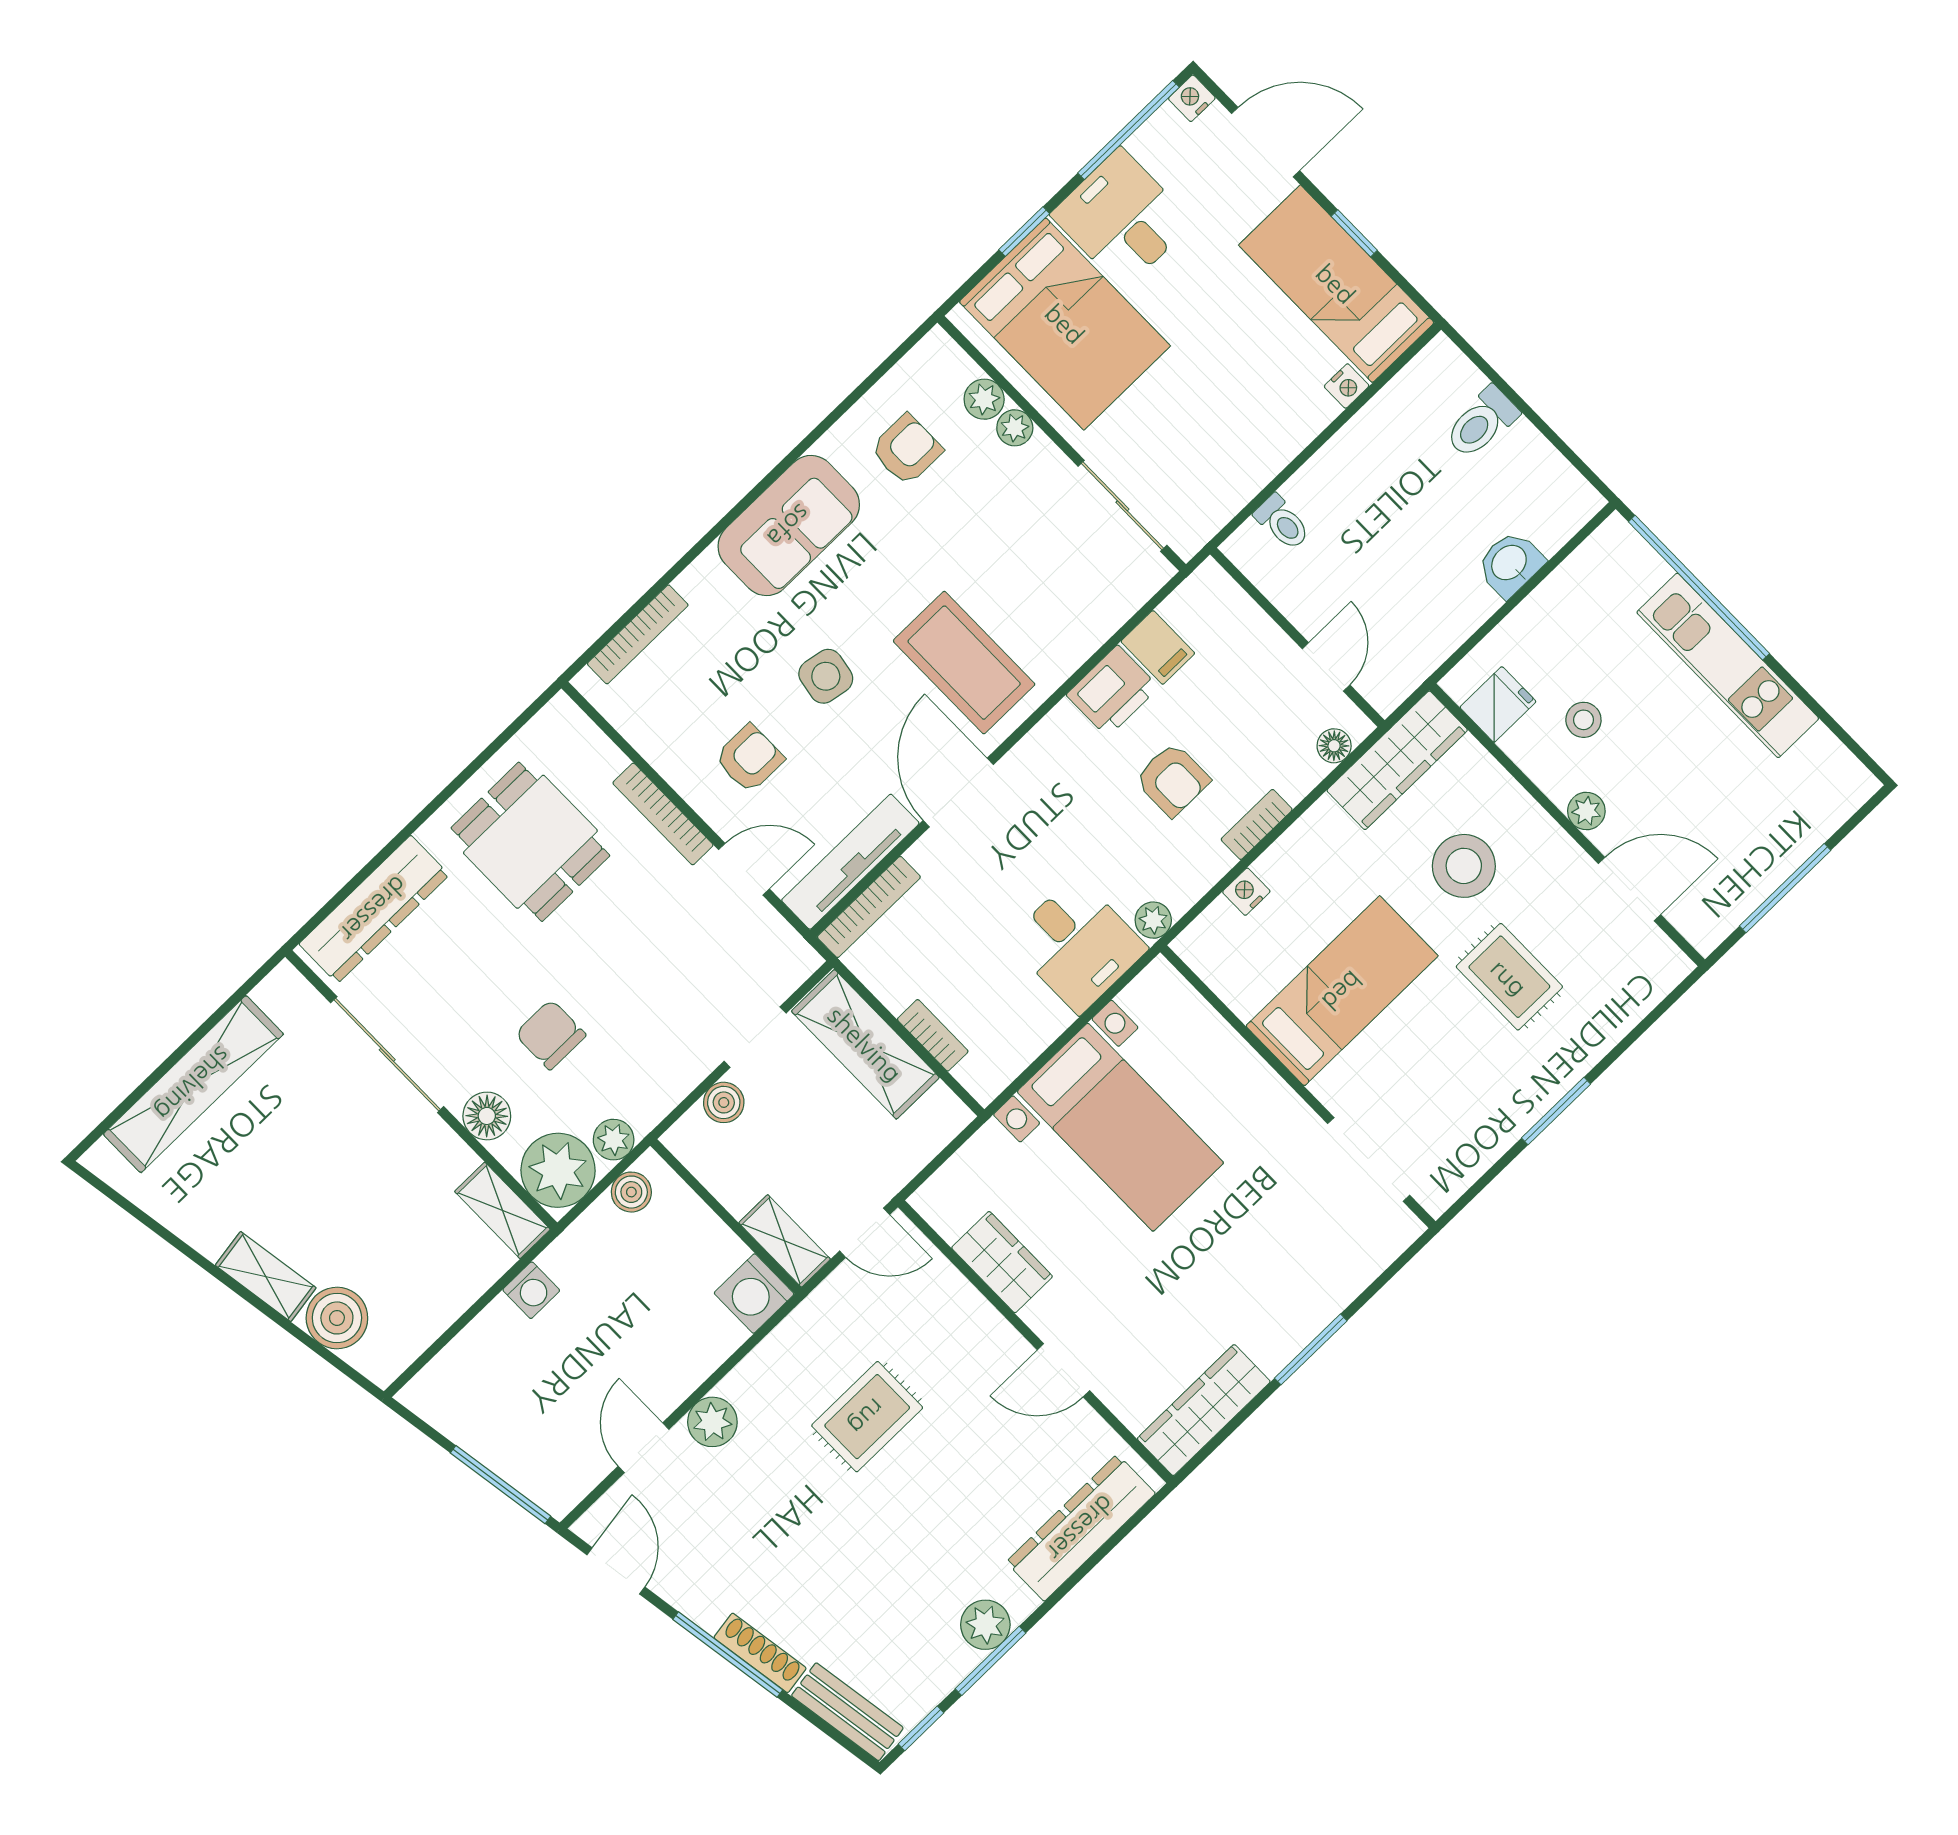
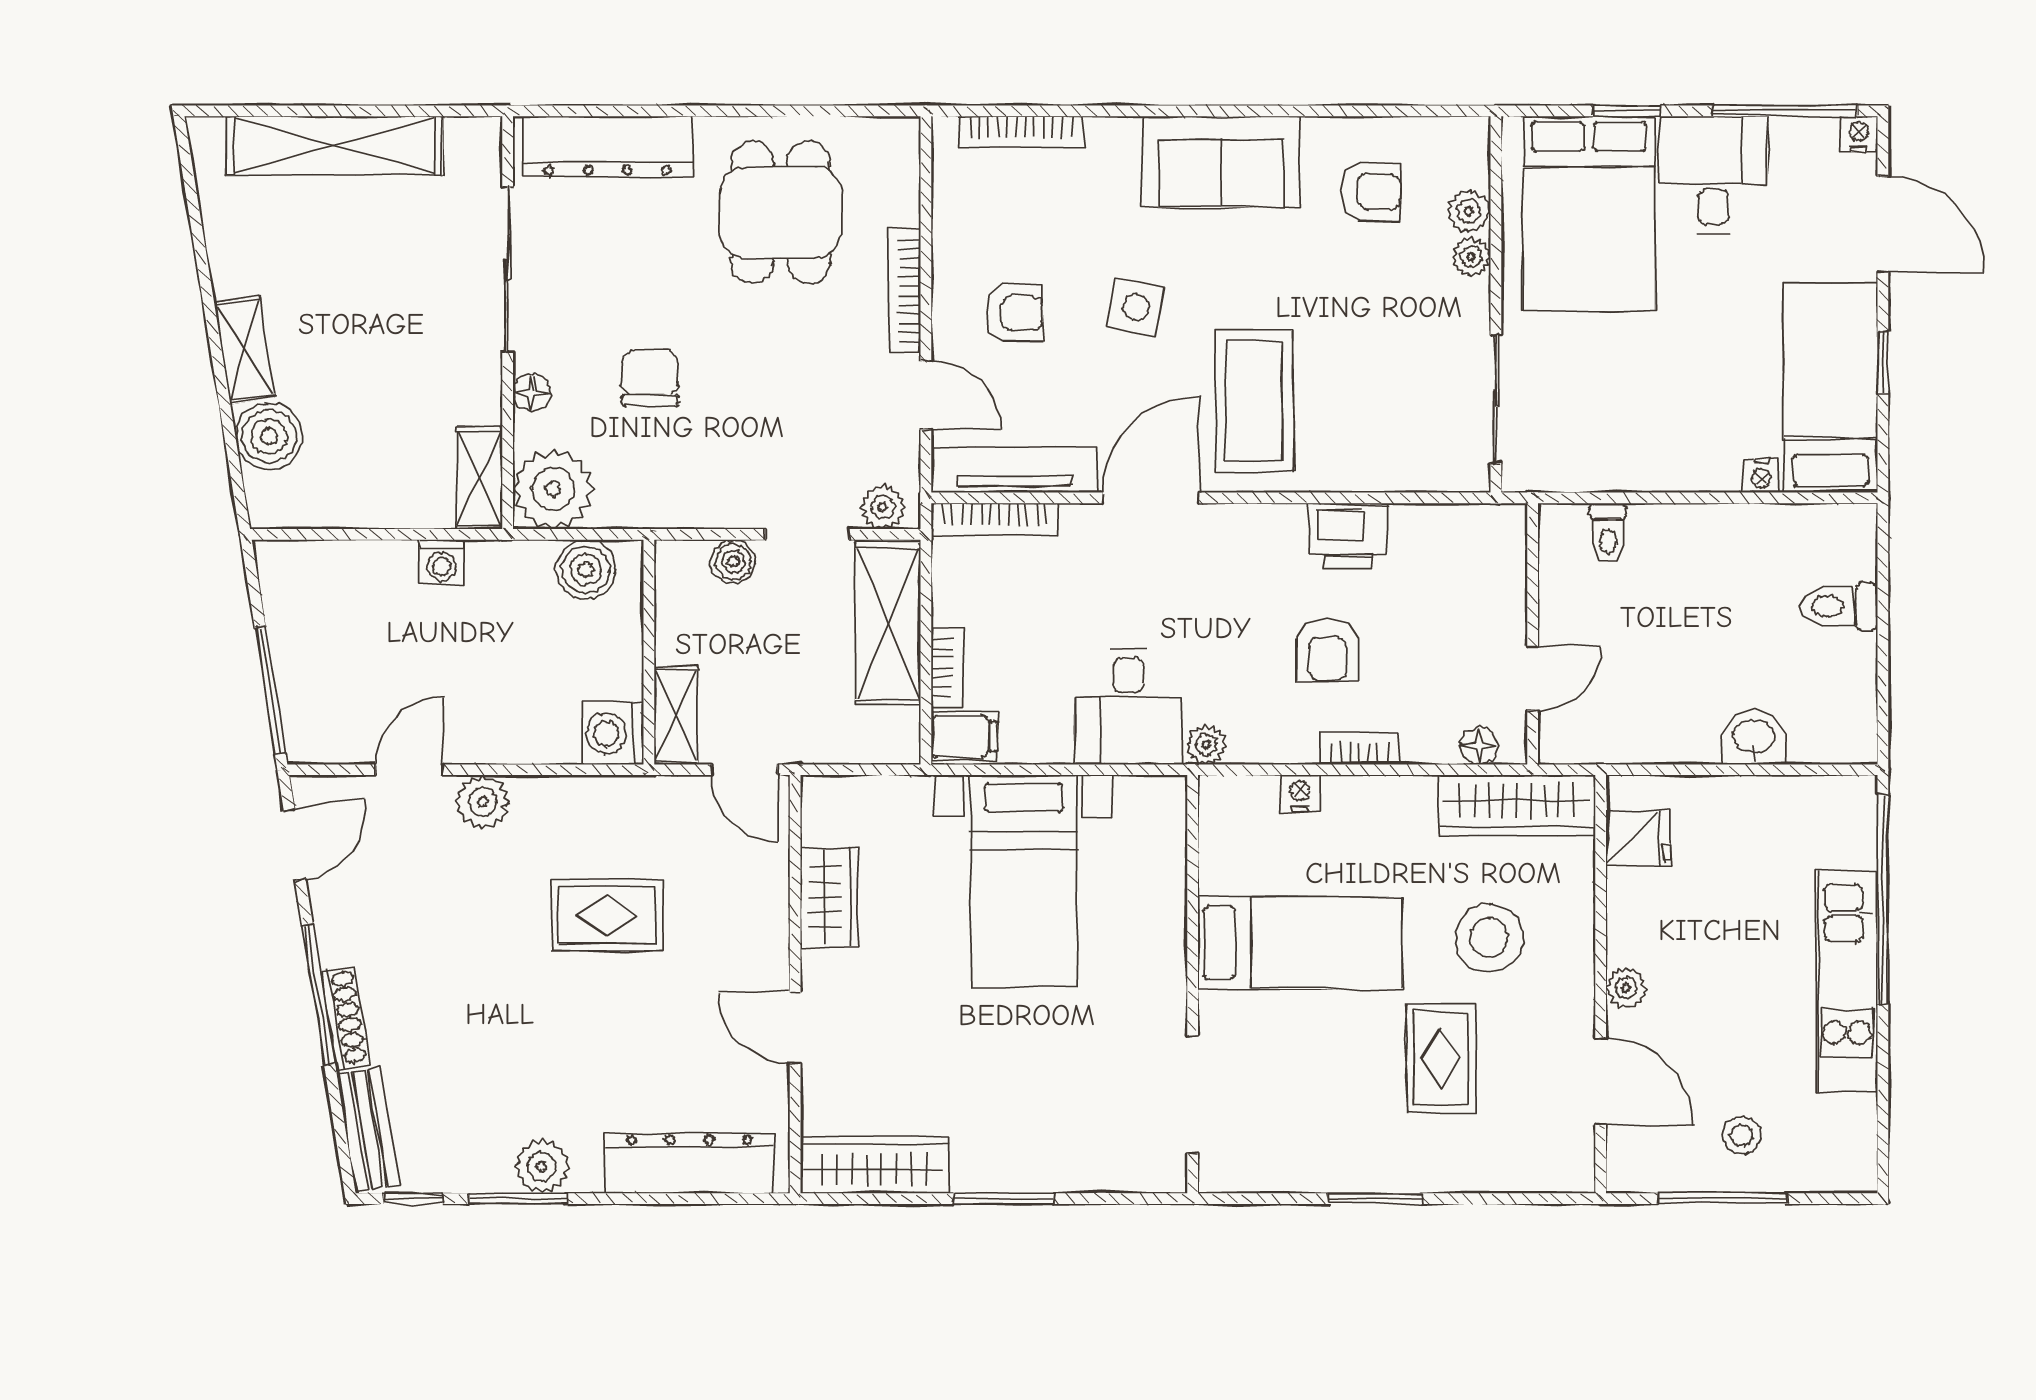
filing cabinet: (1158, 647) -> (964, 736), moved, turned -90
stool: (1583, 720) -> (1742, 1135), moved
floor lamp: (487, 1116) -> (532, 393), width x0.73, depth x0.73
plant: (614, 1140) -> (883, 507), moved
boiler: (631, 1192) -> (586, 569), width x1.36, depth x1.36

